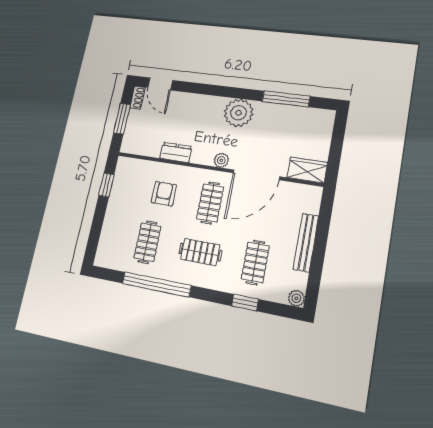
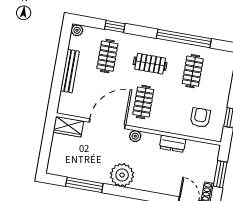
armchair: (164, 194) -> (200, 118), moved, turned 180

